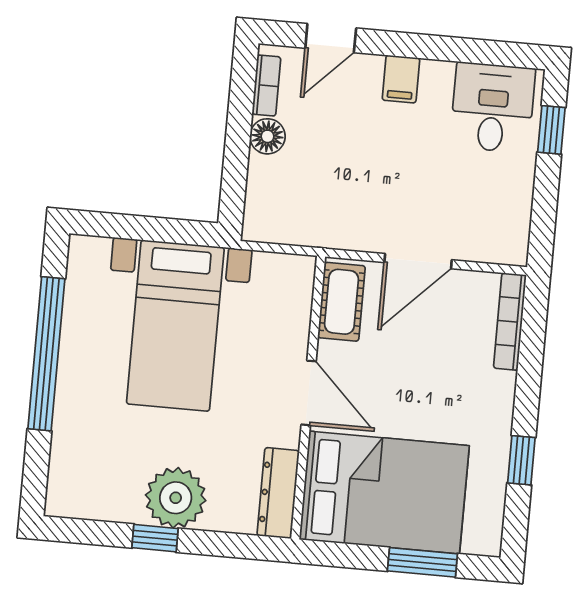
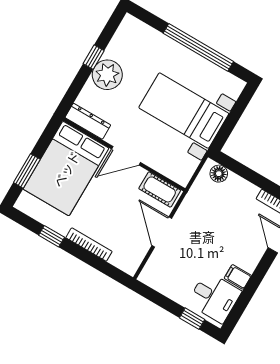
filing cabinet: (401, 79) -> (238, 277), moved
floor lamp: (267, 136) -> (219, 174), moved
bookcase: (510, 321) -> (89, 245), moved

